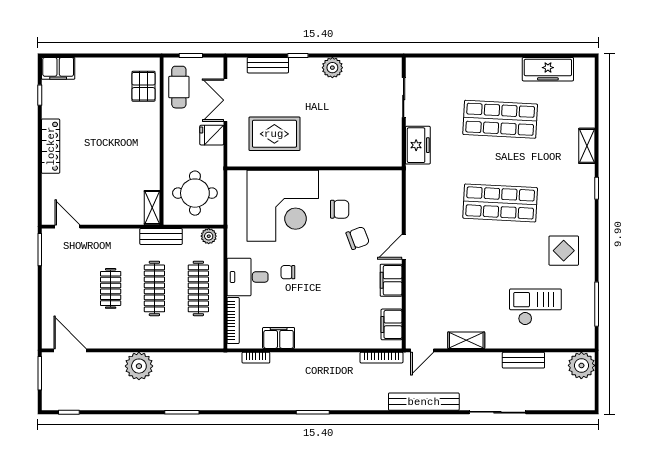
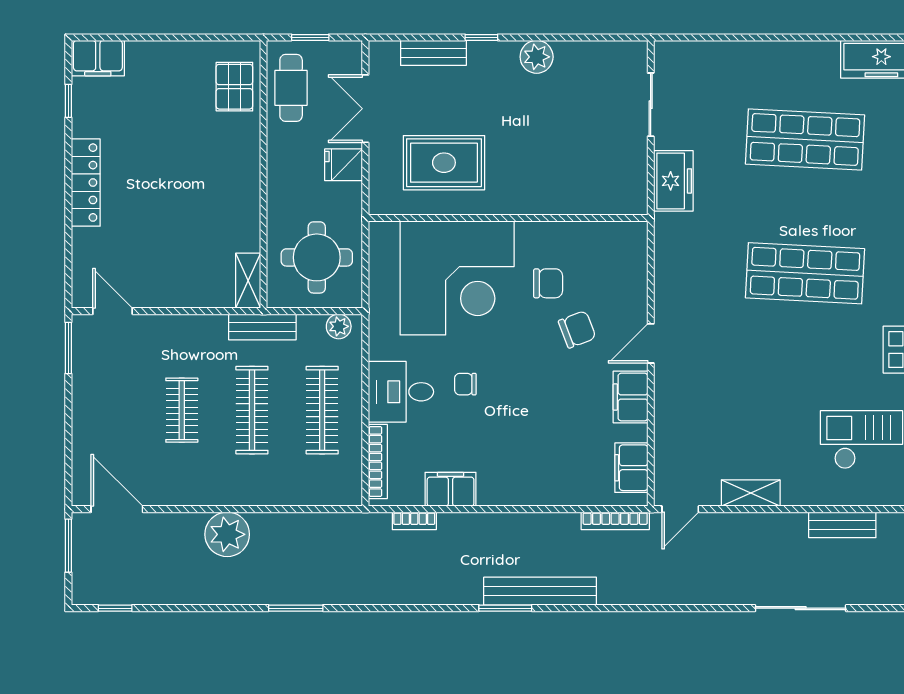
bench: (424, 402) -> (540, 591), moved

